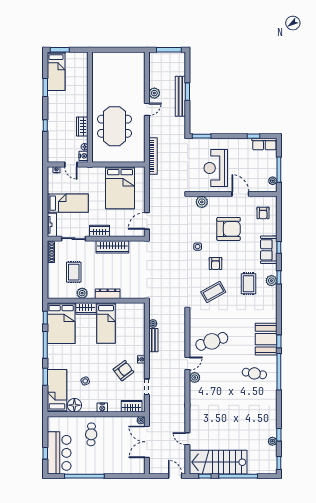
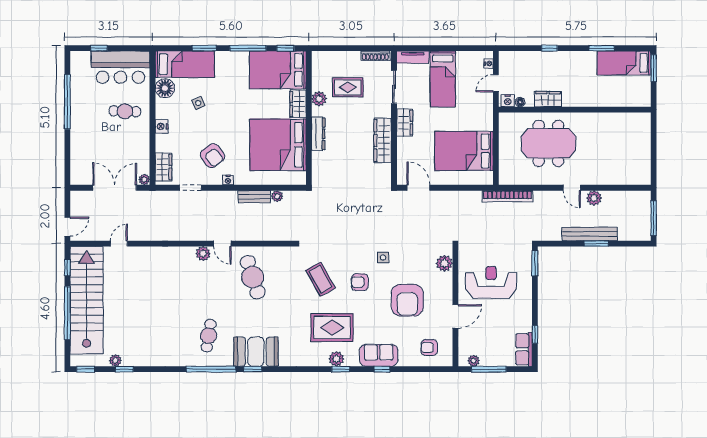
rug: (248, 284) -> (332, 328), width x1.36, depth x1.43
bed: (106, 323) -> (278, 145), width x2.04
bar counter: (59, 453) -> (120, 67), moved
stairs: (218, 462) -> (87, 300), width x1.36

